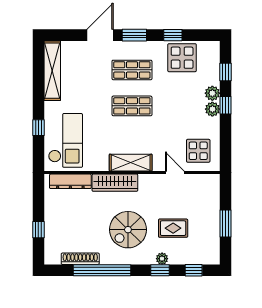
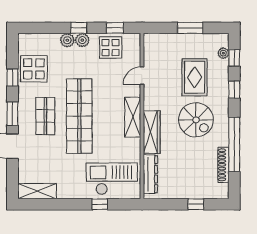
shelving: (52, 71) -> (37, 191), width x0.68
window: (225, 72) -> (115, 28), moved
shop shelf: (132, 106) -> (79, 116), width x2.00, depth x1.36
display table: (198, 151) -> (111, 48), moved
rug: (173, 228) -> (195, 77), width x1.36, depth x1.43
plant: (162, 259) -> (223, 53), moved

